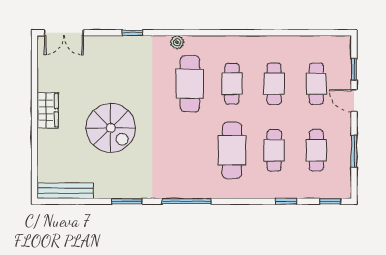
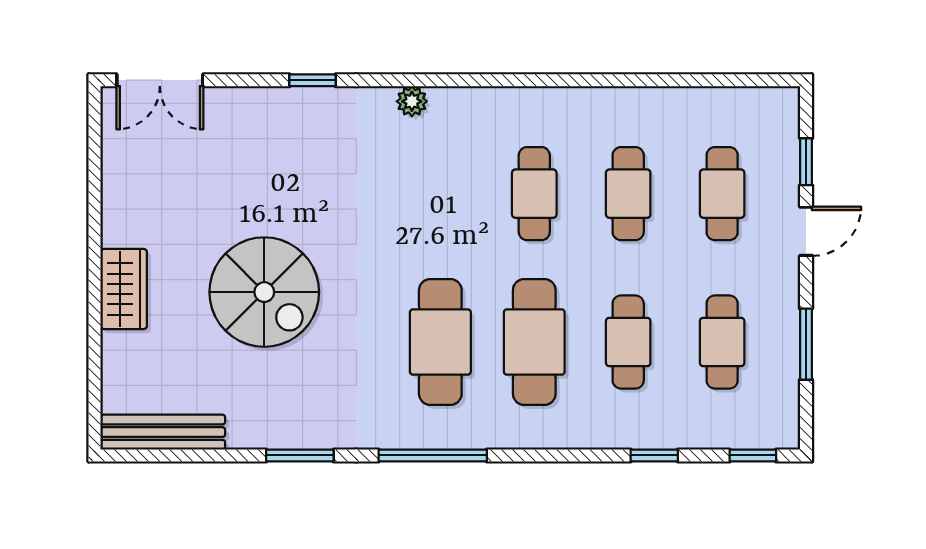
cafe table: (190, 84) -> (440, 342), moved
door: (354, 101) -> (806, 231), swing flipped
wardrobe: (48, 110) -> (124, 289), moved

